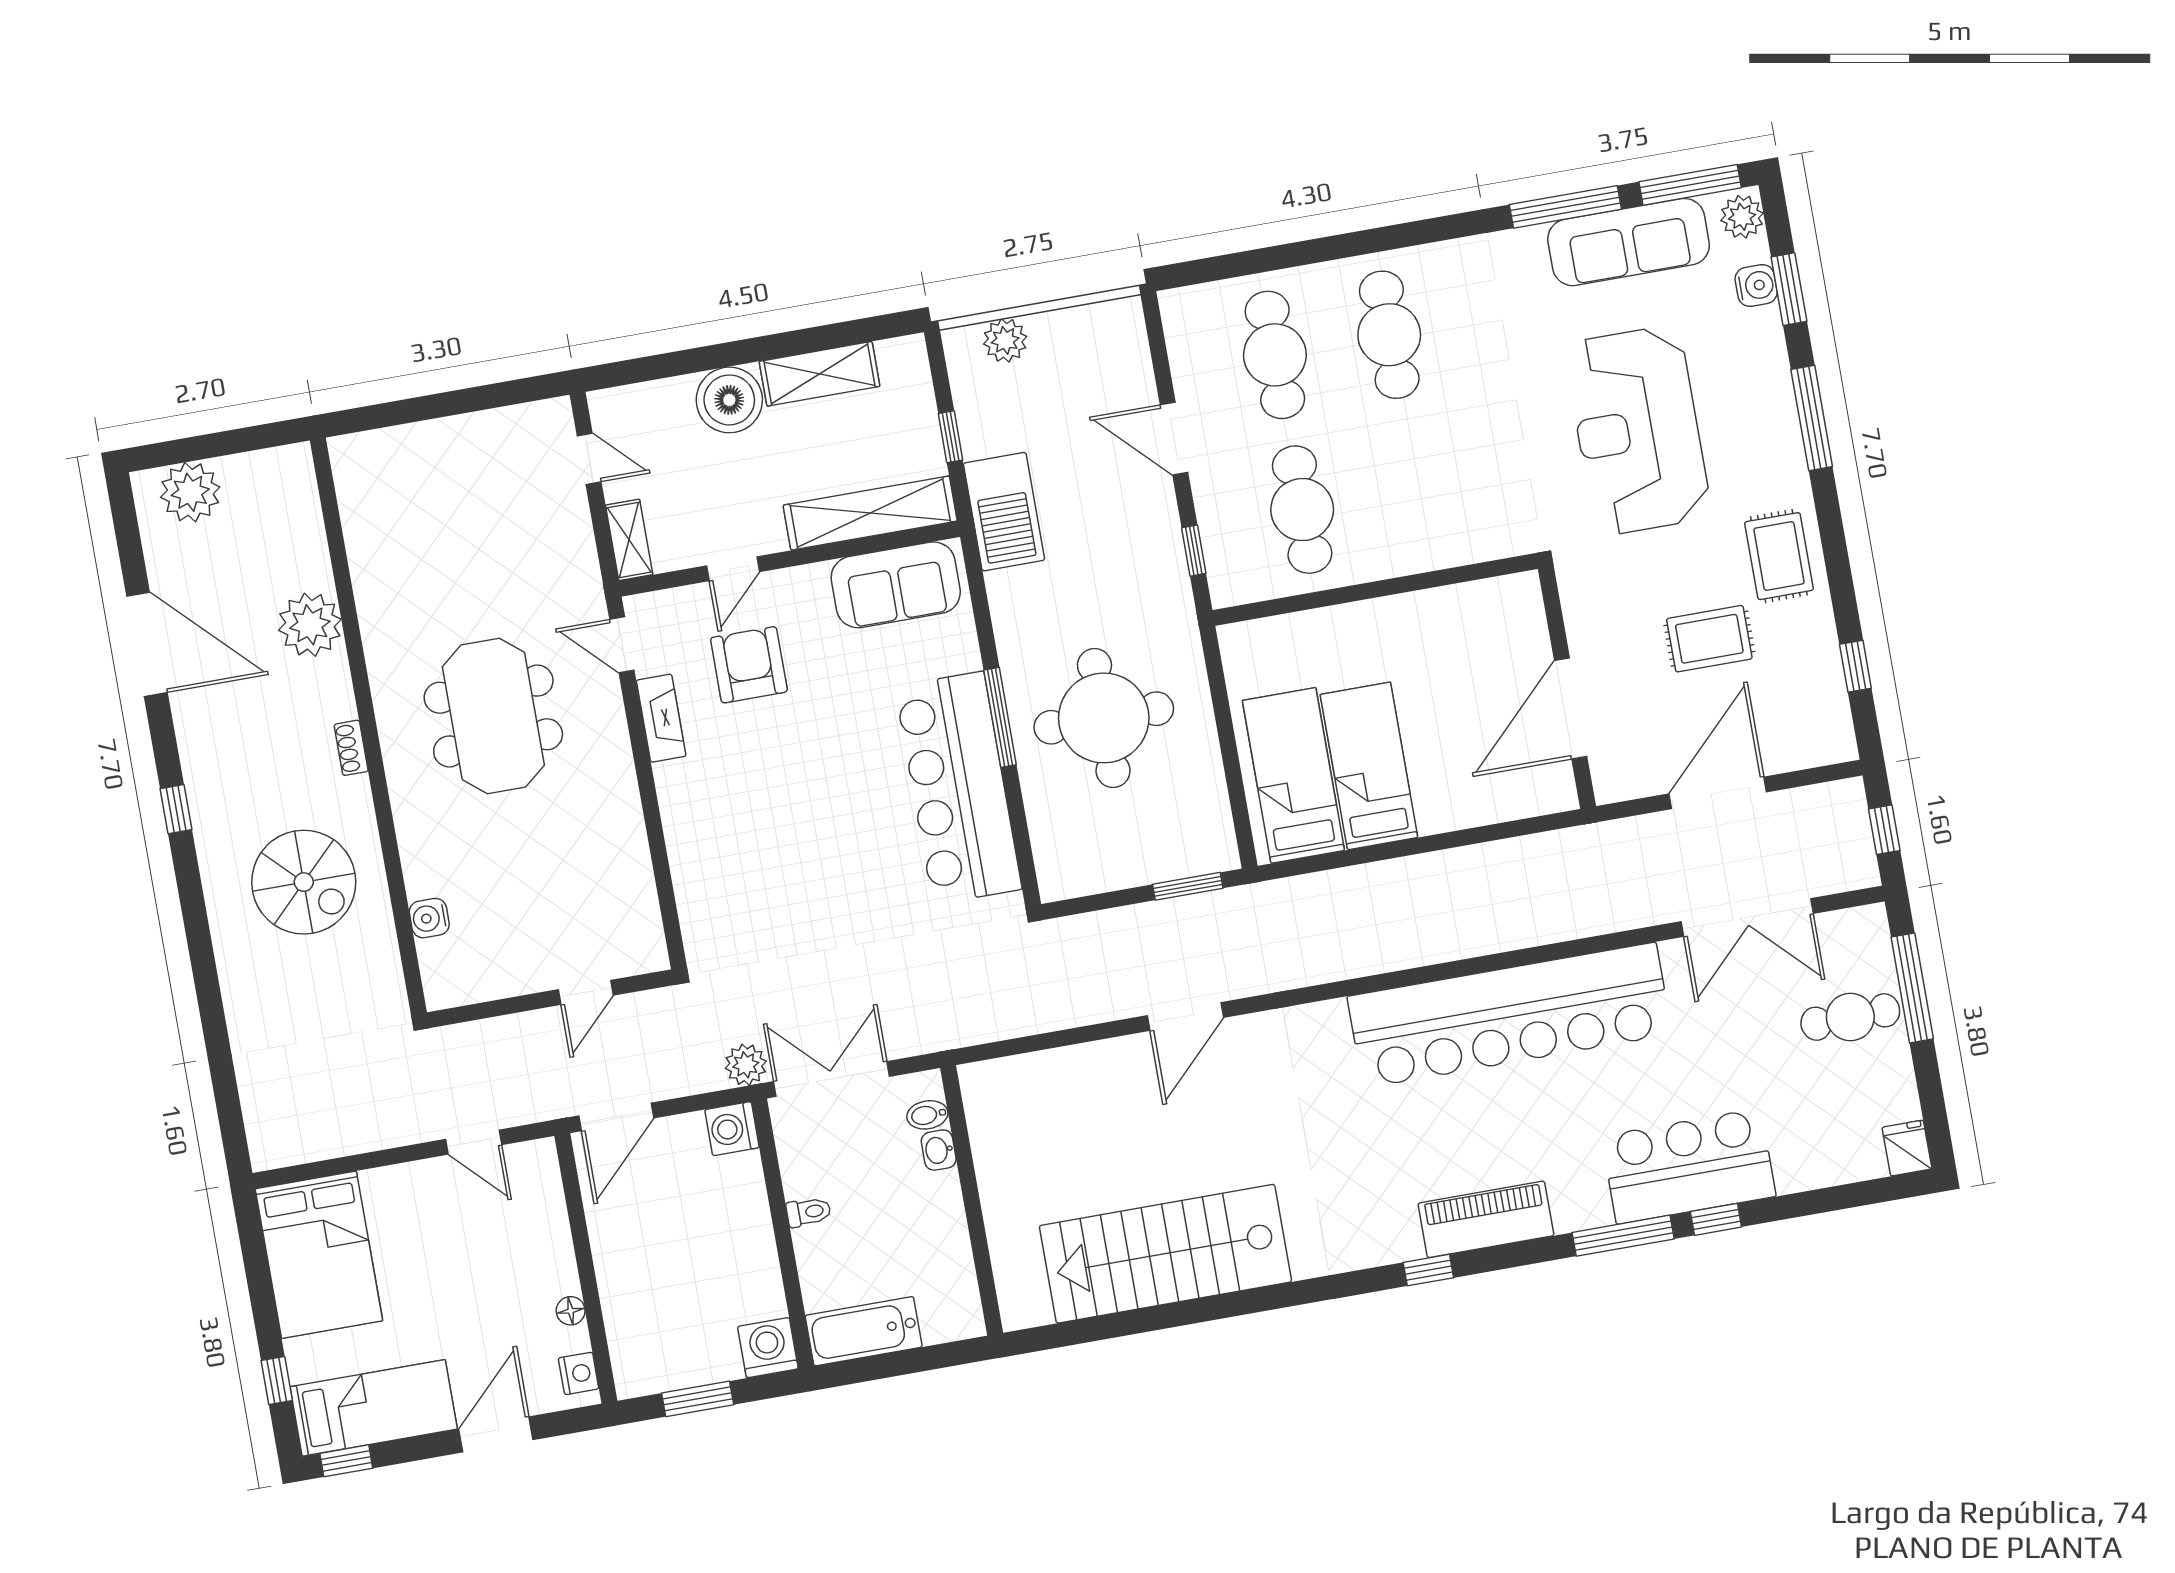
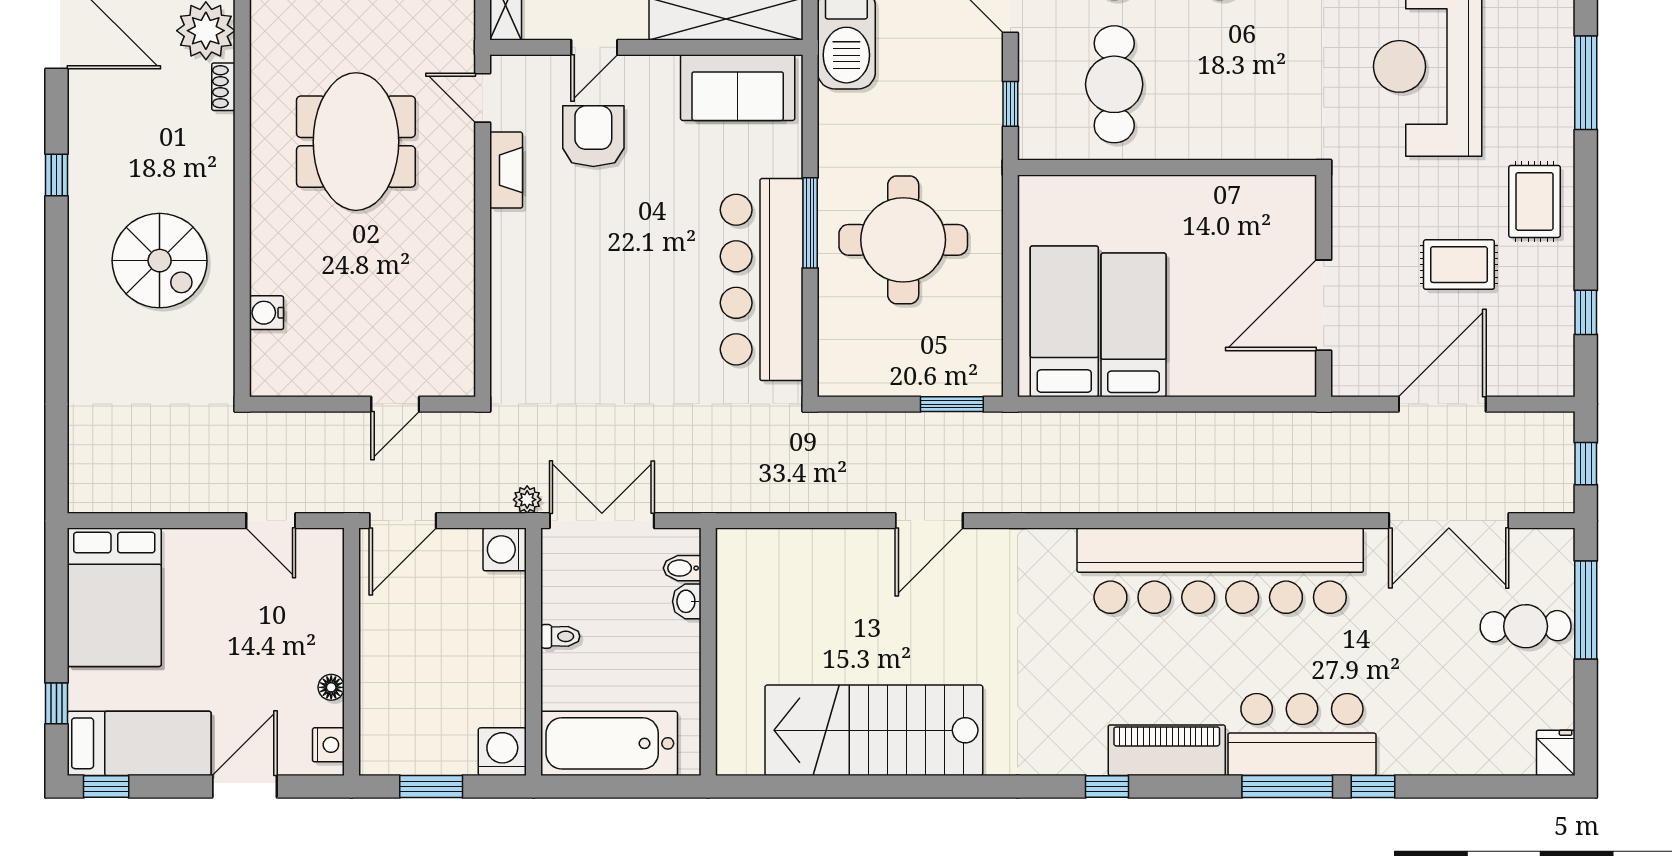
shoe rack: (351, 748) -> (223, 87), moved
plant: (746, 1065) -> (527, 500), width x0.73, depth x0.73
bar counter: (1689, 1166) -> (1302, 734), moved
bathtub: (864, 1331) -> (609, 743), width x1.36, depth x1.36

